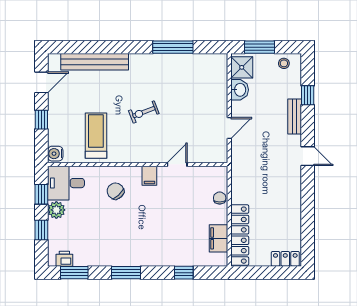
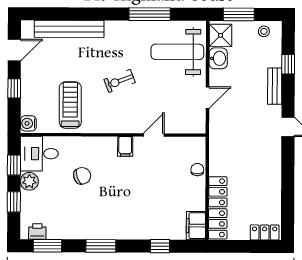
weight bench: (200, 84) -> (177, 52), added
chair: (115, 191) -> (82, 176), moved, turned 112
filing cabinet: (219, 238) -> (196, 226), moved

